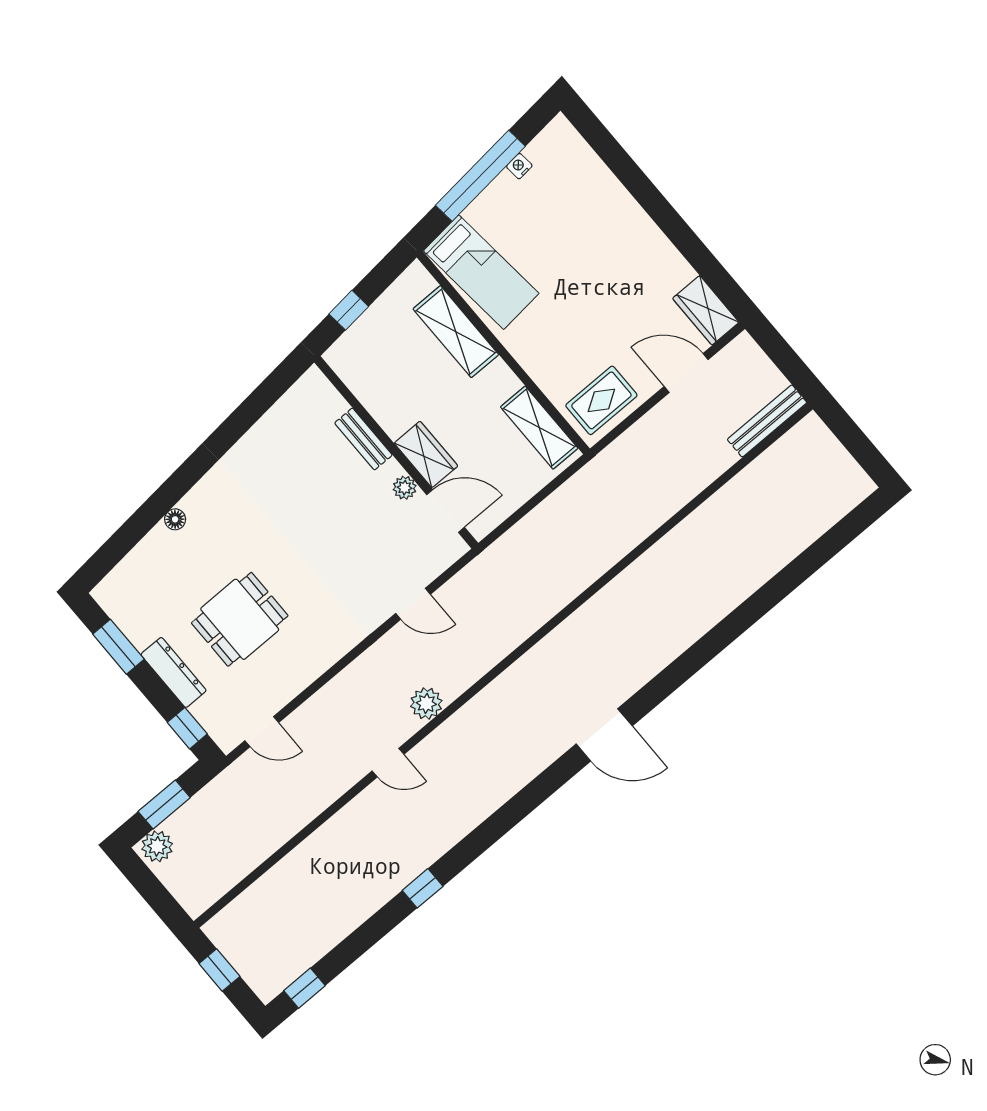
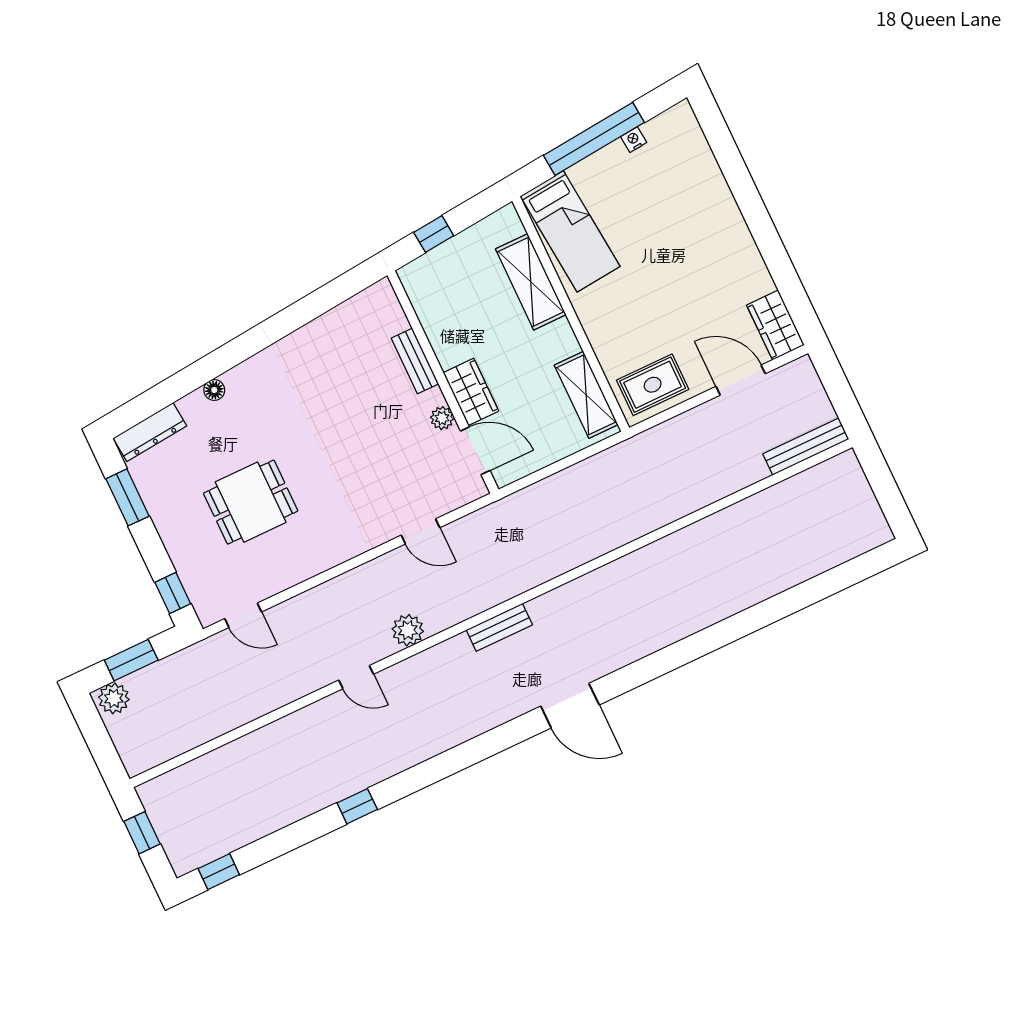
dresser: (174, 672) -> (150, 432), moved, turned 85
bench: (515, 677) -> (499, 627), added

